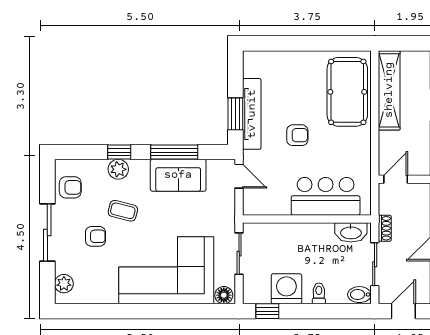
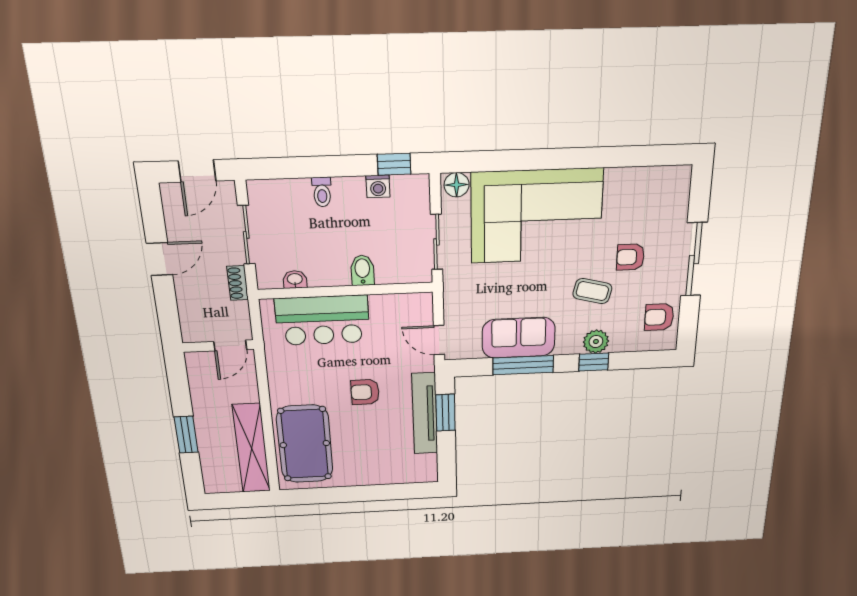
washbasin: (351, 232) -> (295, 279), width x0.52, depth x0.69
plant: (64, 284) -> (678, 193), removed
washing machine: (286, 289) -> (378, 186), width x0.53, depth x0.53
bidet: (359, 295) -> (362, 270), moved, turned -90

